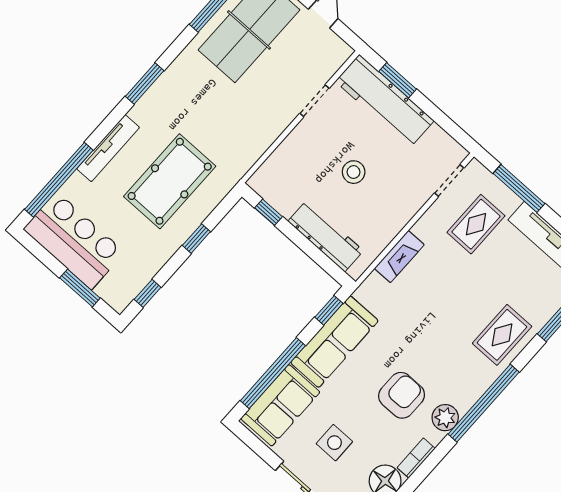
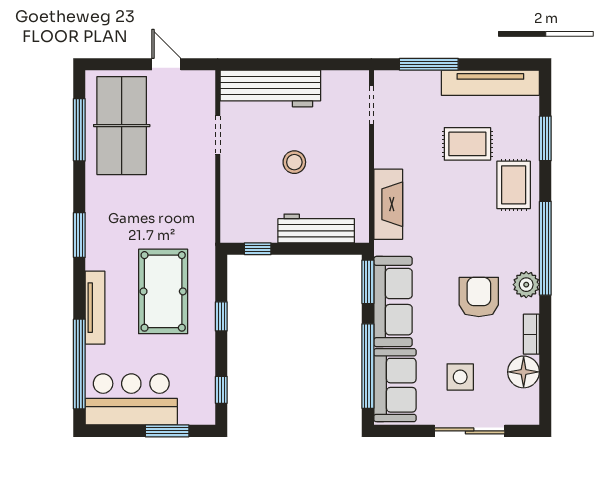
window: (398, 80) -> (266, 64), removed
rug: (476, 224) -> (467, 144), moved, turned 90
fireplace: (399, 257) -> (388, 204), width x1.37, depth x1.32
window: (329, 310) -> (368, 282), width x1.50

